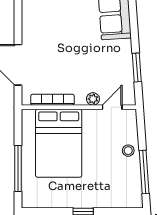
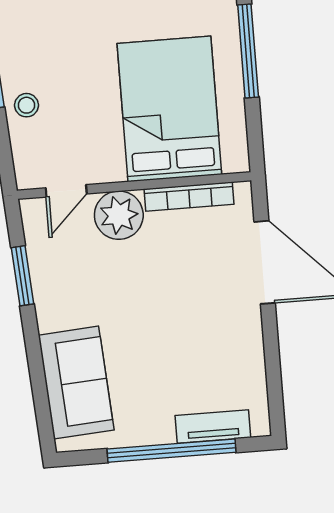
plant: (93, 99) -> (119, 215), width x1.88, depth x1.88

